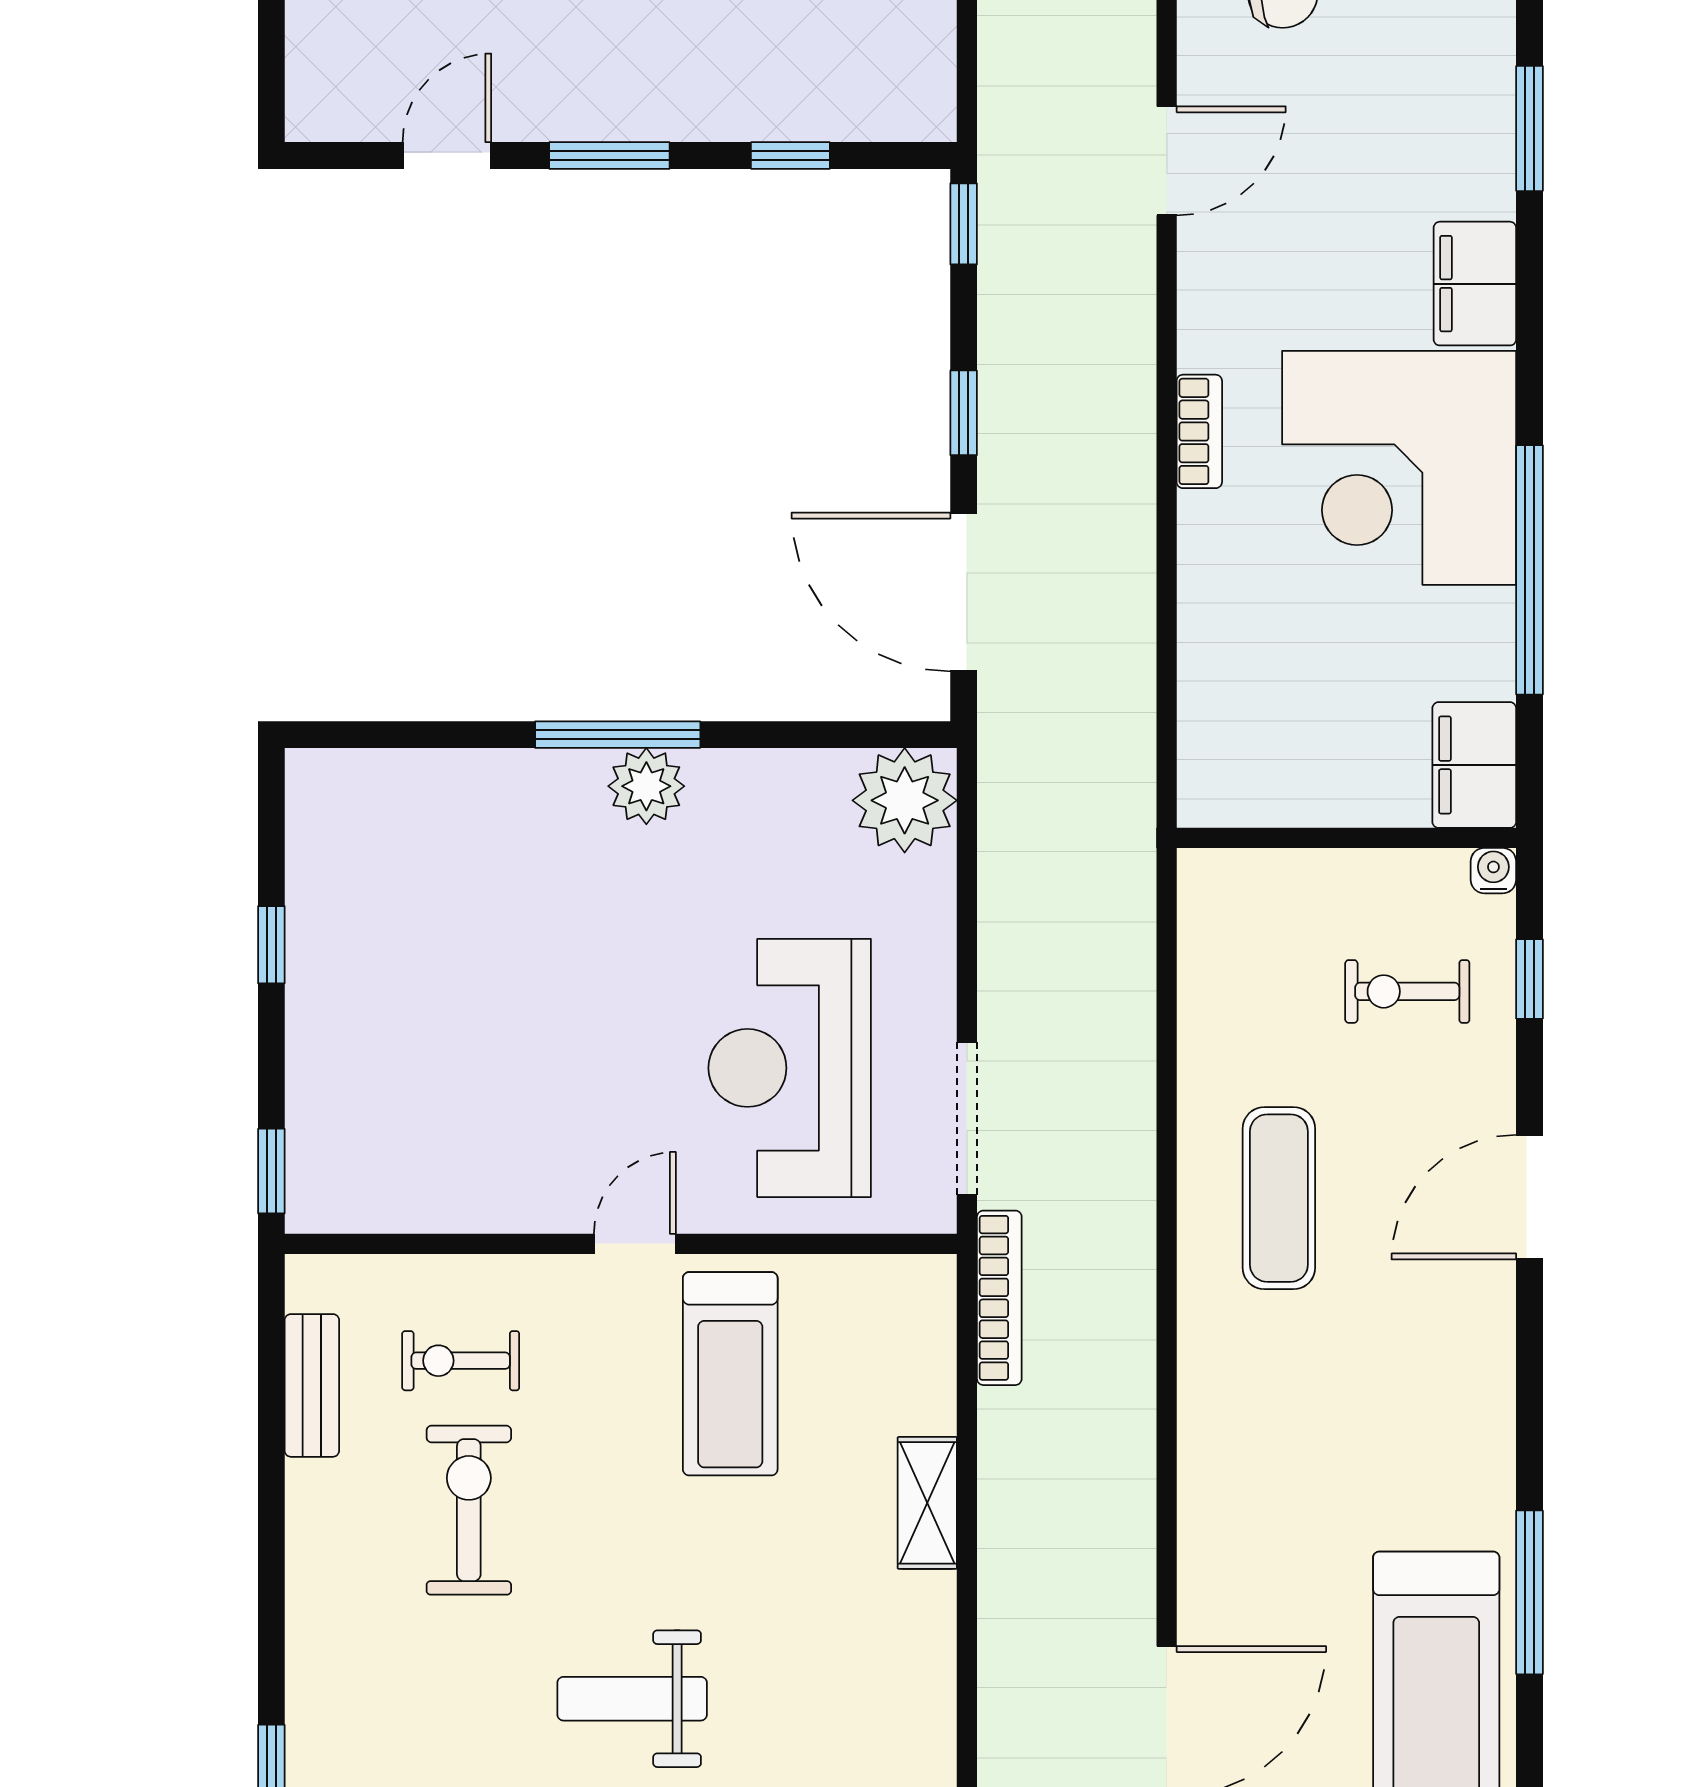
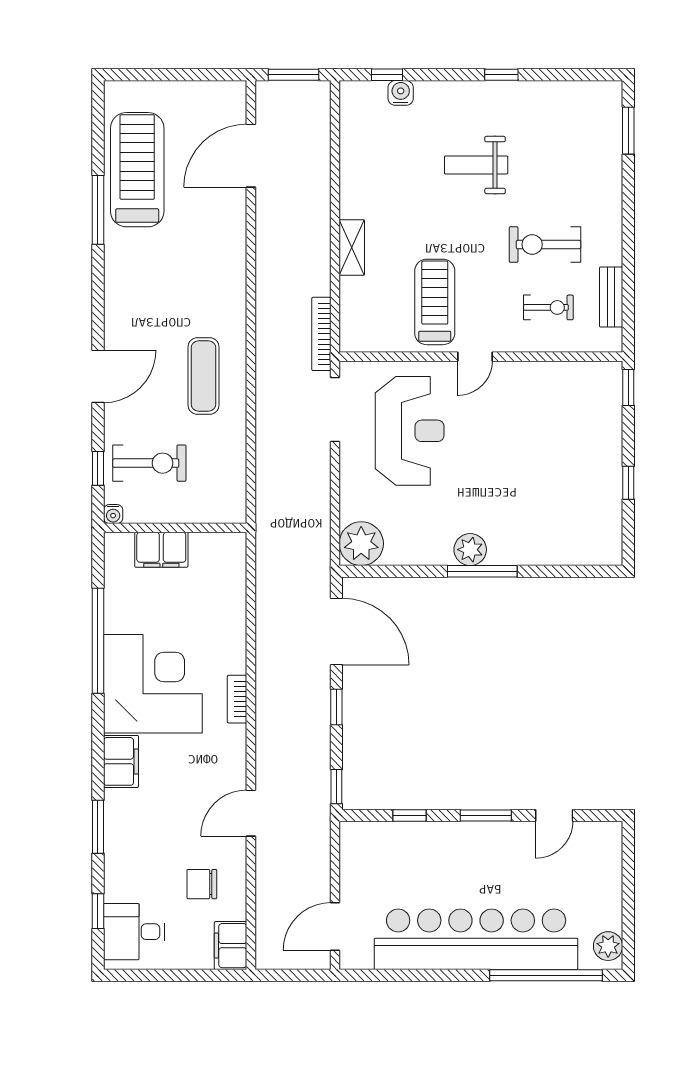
filing cabinet: (1474, 765) -> (161, 550), moved, turned 90
exercise bike: (1407, 991) -> (149, 463), width x1.38, depth x1.39
exercise bike: (469, 1510) -> (545, 244), turned 90
weight bench: (632, 1699) -> (476, 165), turned 180

